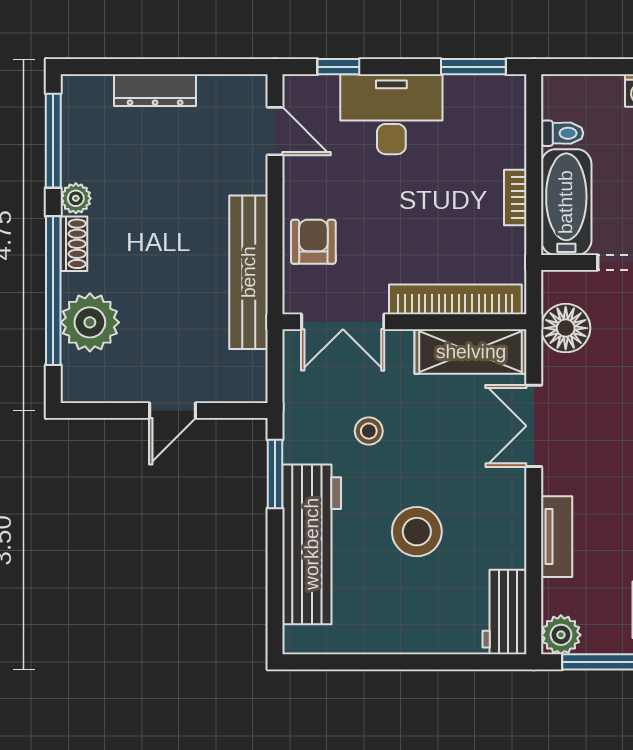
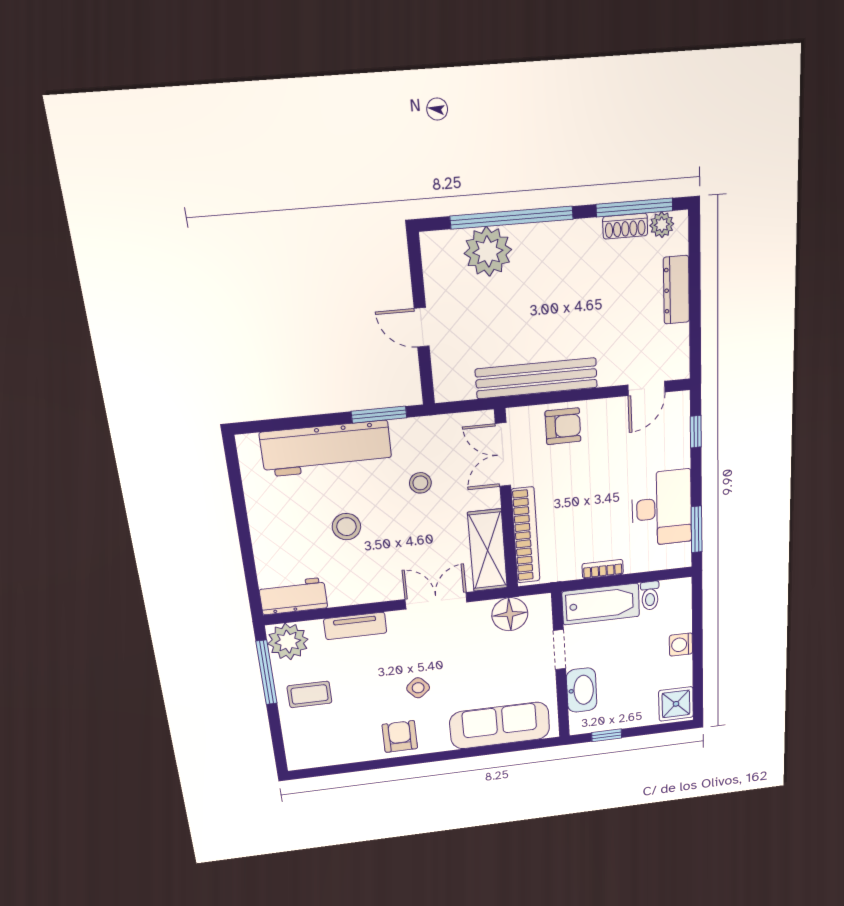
desk: (391, 114) -> (662, 508), moved
plant: (76, 198) -> (662, 225), moved
shoe rack: (74, 244) -> (625, 226), moved
stool: (417, 532) -> (346, 527), width x0.73, depth x0.73
plant: (561, 635) -> (288, 642), width x1.36, depth x1.36

